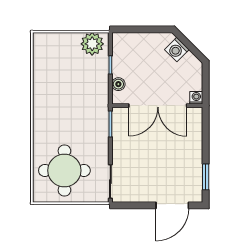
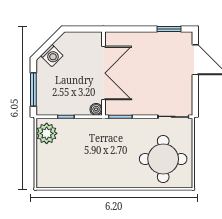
window: (140, 29) -> (33, 89), added
boiler: (118, 84) -> (96, 109), moved
washing machine: (196, 98) -> (96, 38), removed

